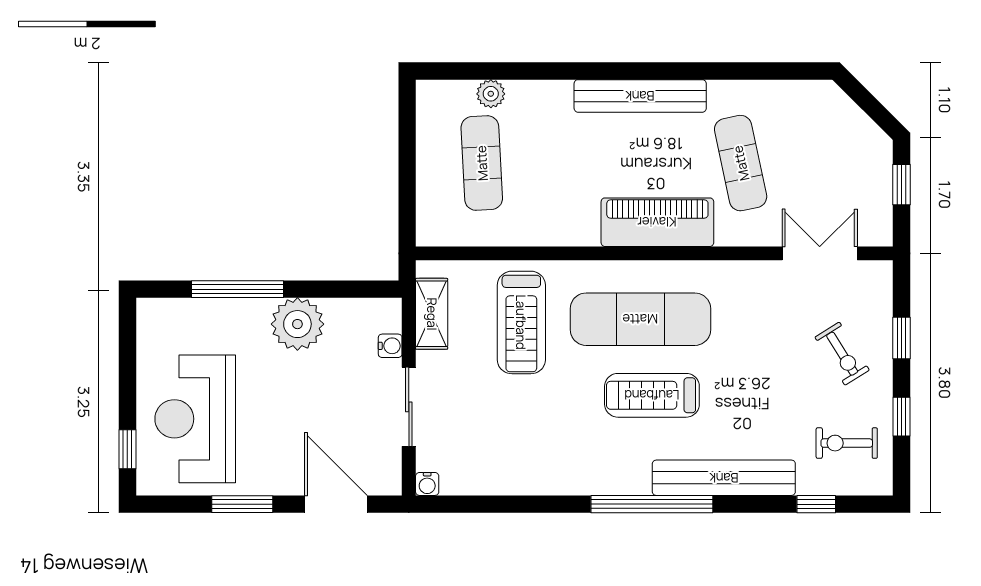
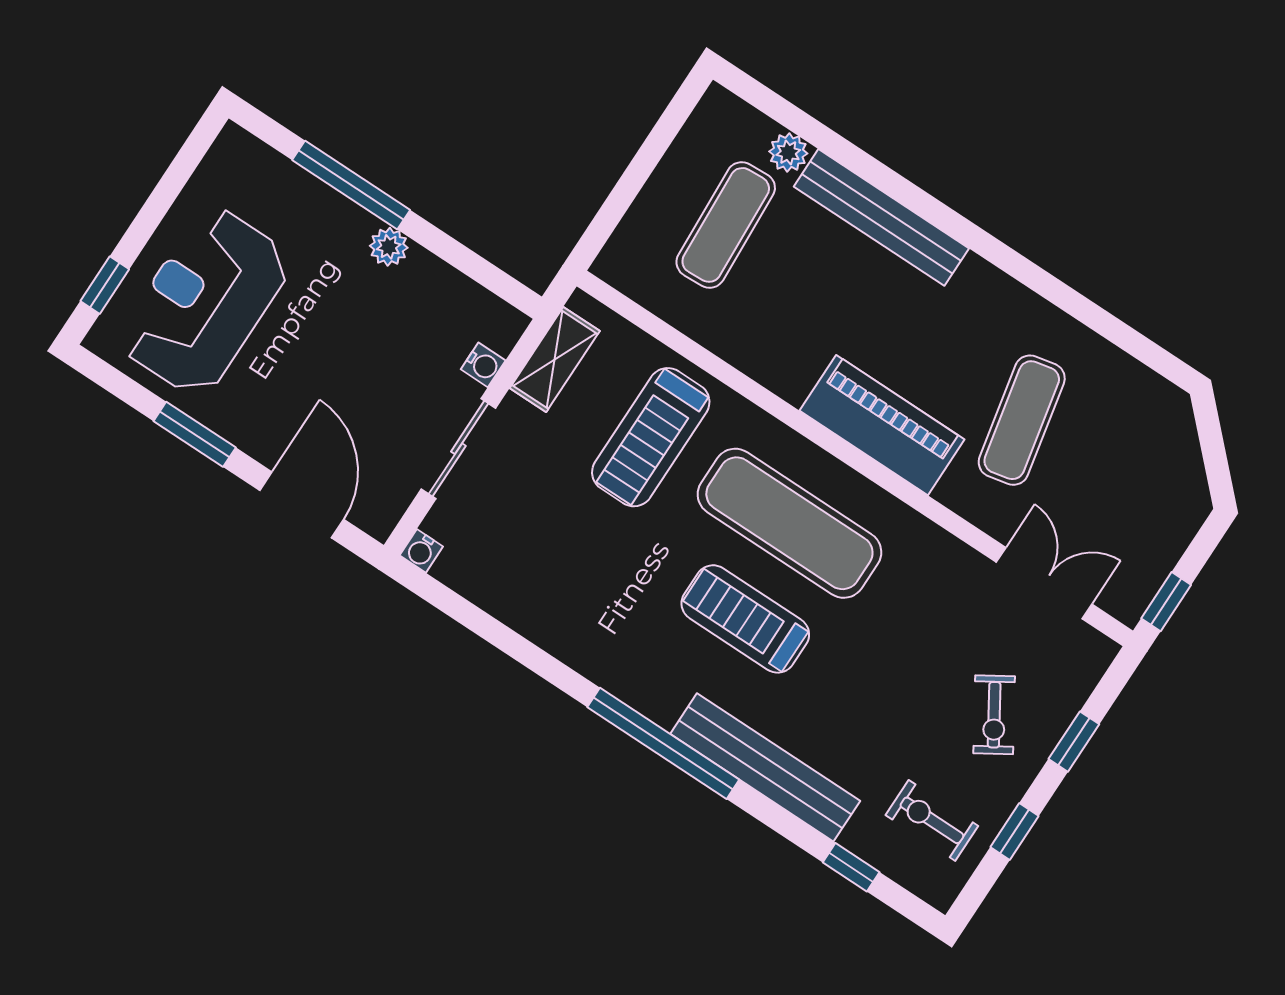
bench: (640, 96) -> (881, 217), moved
window: (901, 185) -> (1166, 602), moved
plant: (297, 324) -> (389, 247), width x0.53, depth x0.53

